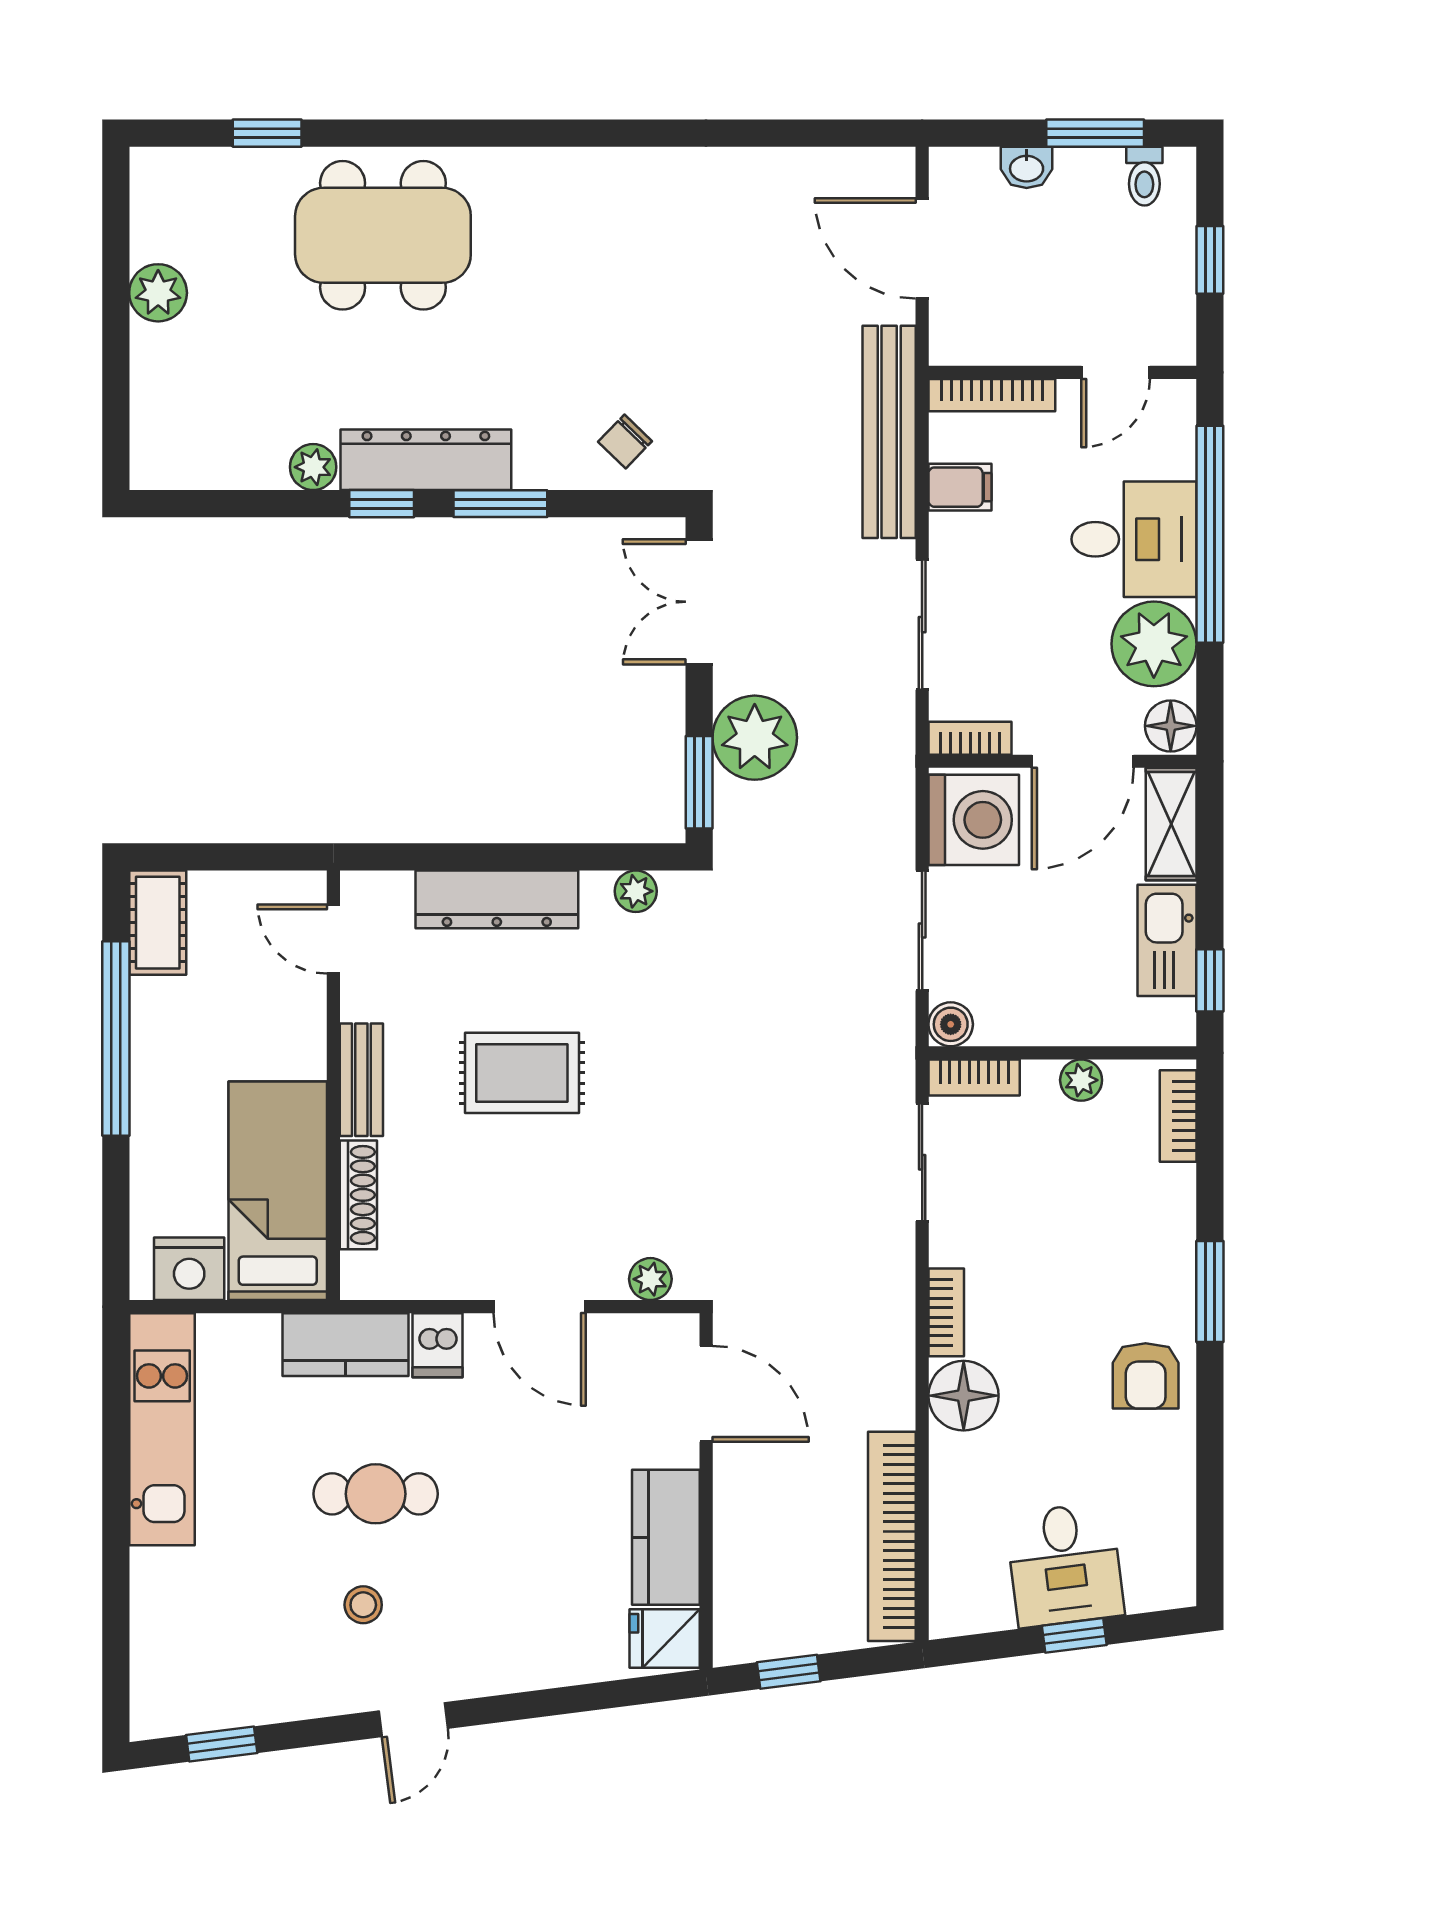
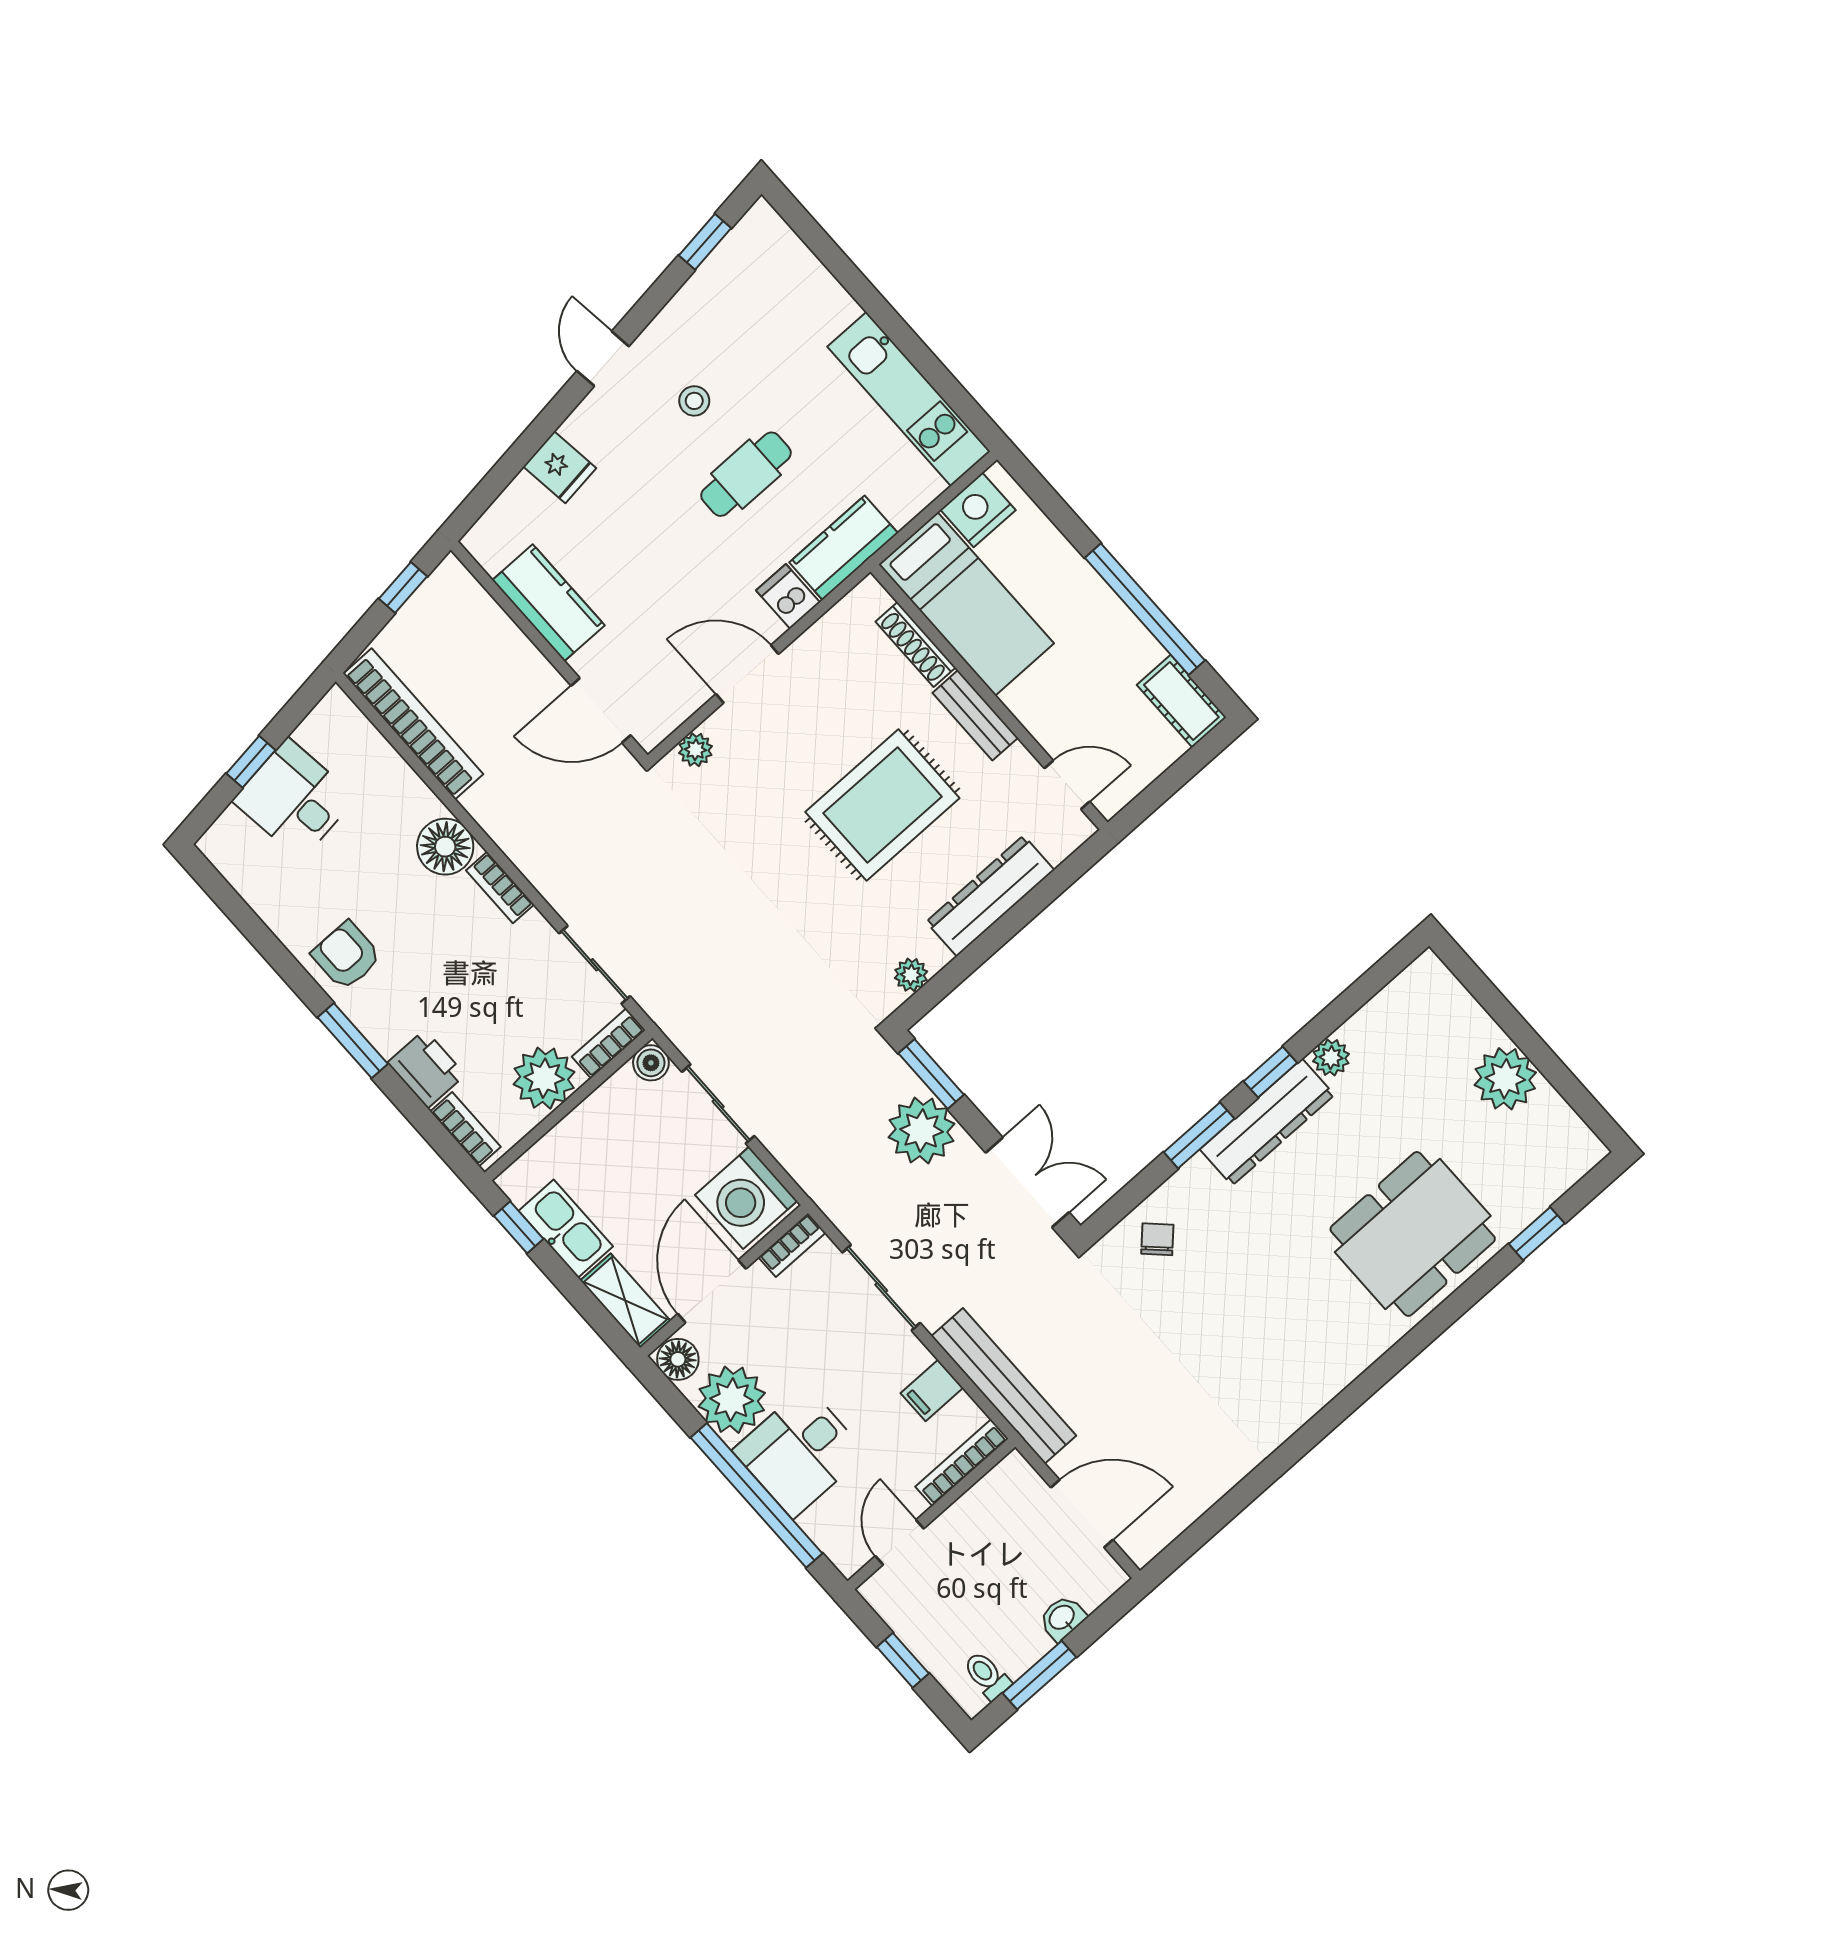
plant: (158, 293) -> (1505, 1079), width x1.36, depth x1.36
rug: (522, 1073) -> (882, 805), width x1.36, depth x1.43
plant: (1081, 1080) -> (544, 1078), width x1.88, depth x1.88
printer: (1165, 1204) -> (426, 1069), added
fridge: (665, 1638) -> (560, 467), moved, turned 83

